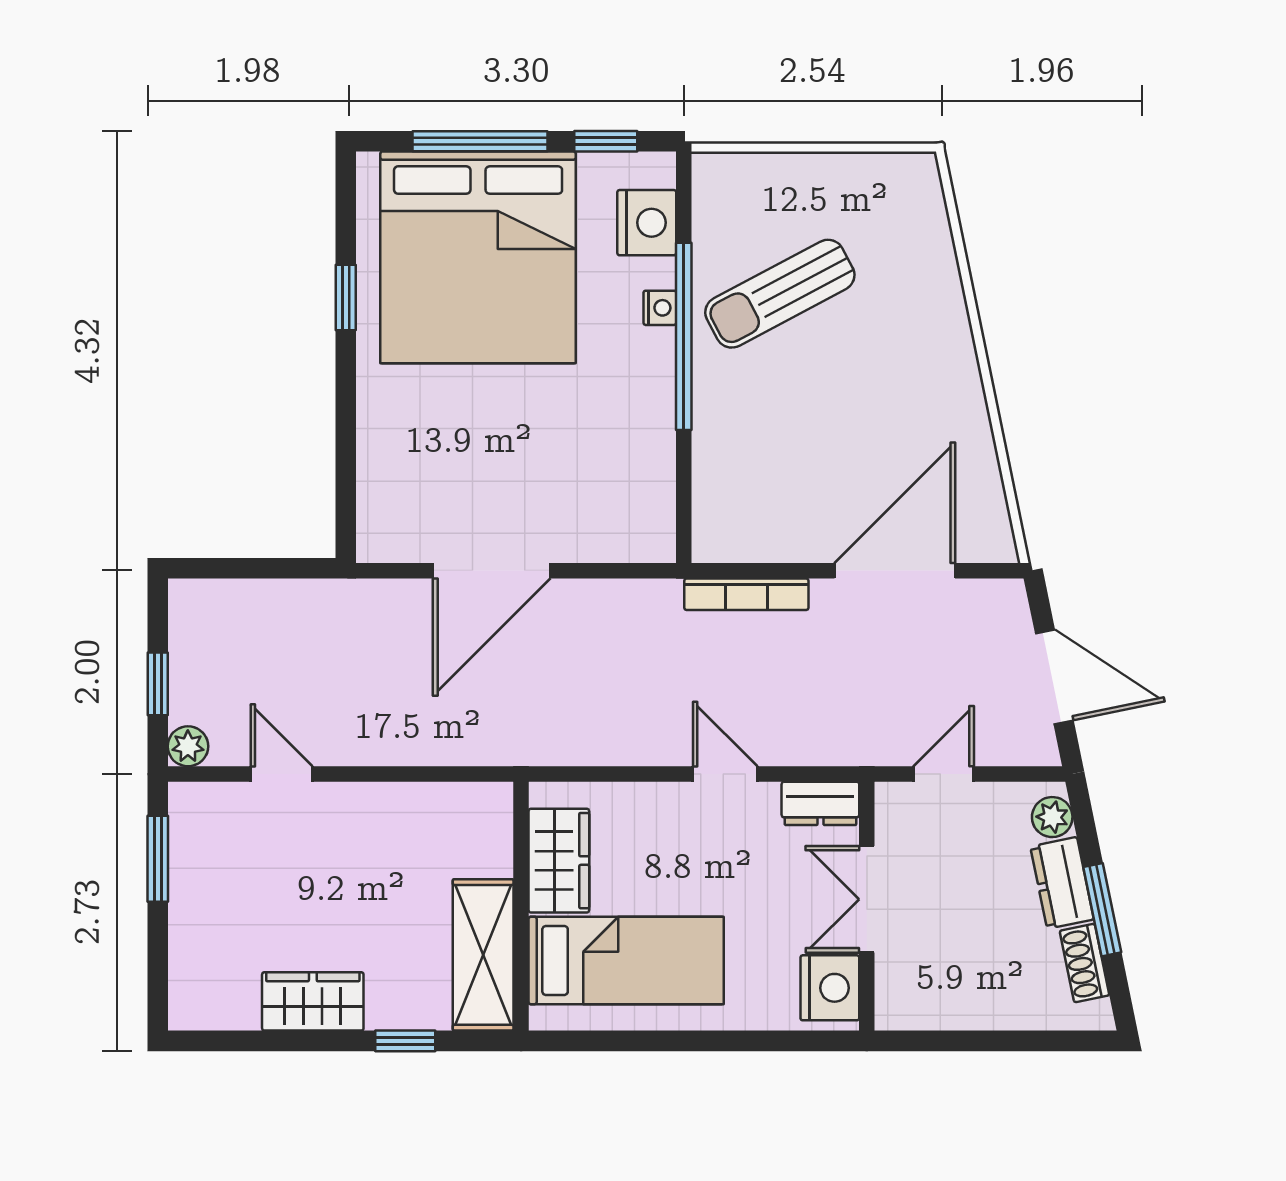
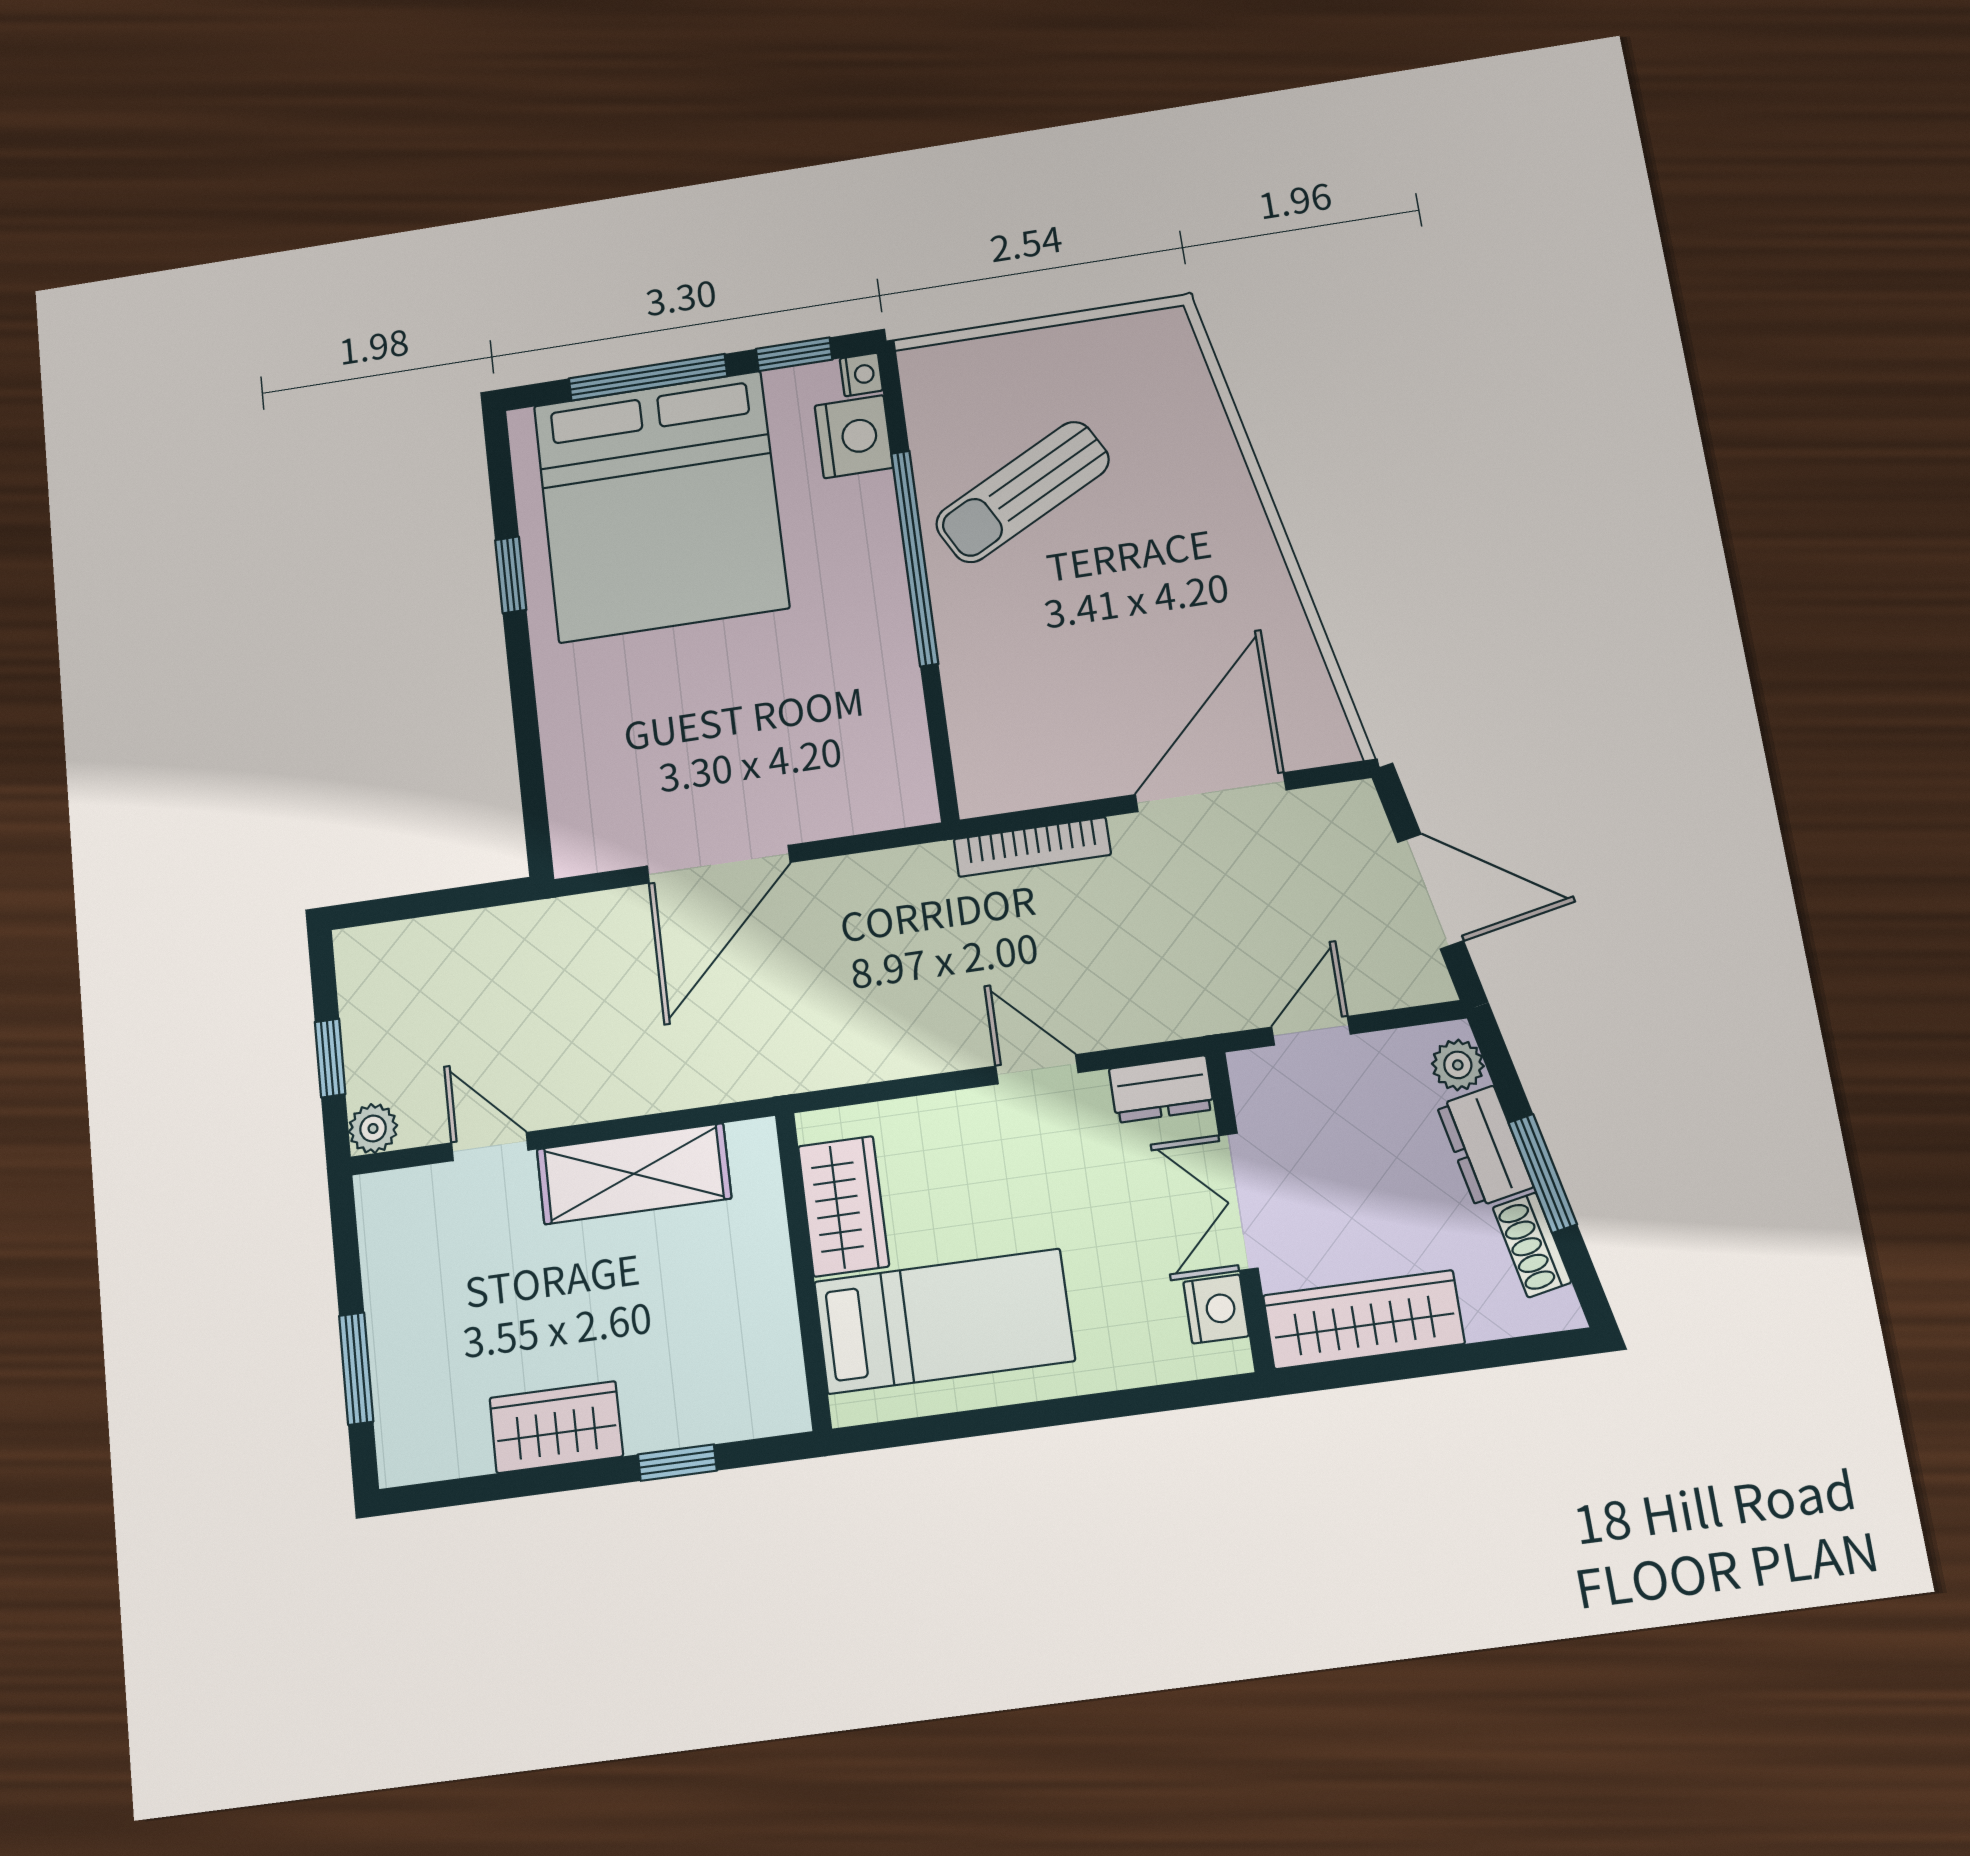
nightstand: (660, 308) -> (861, 374), moved
window: (158, 859) -> (356, 1368), moved
shelving: (483, 955) -> (634, 1174), moved, turned 90
nightstand: (830, 988) -> (1216, 1309), width x0.74, depth x0.75
wardrobe: (948, 1002) -> (1364, 1320), added

